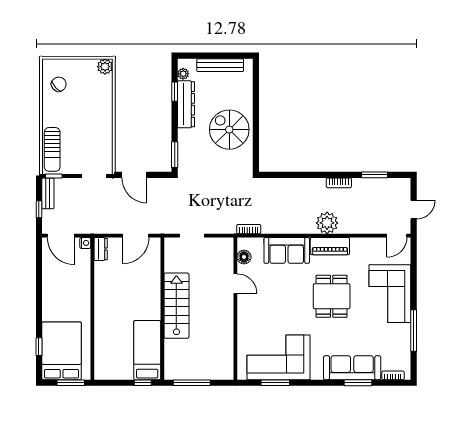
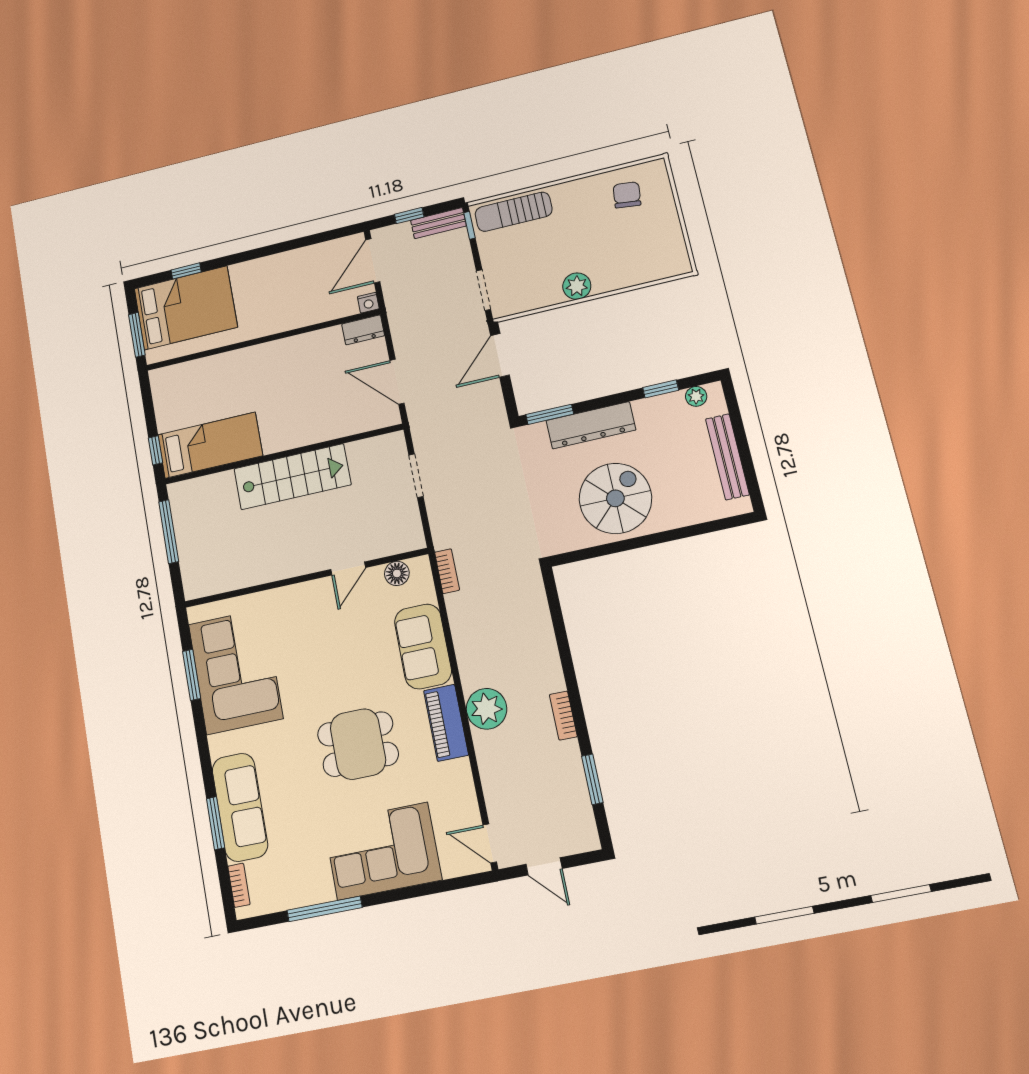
plant: (105, 67) -> (577, 286), moved
chair: (59, 84) -> (627, 195), turned -131
dresser: (186, 104) -> (591, 425), moved

